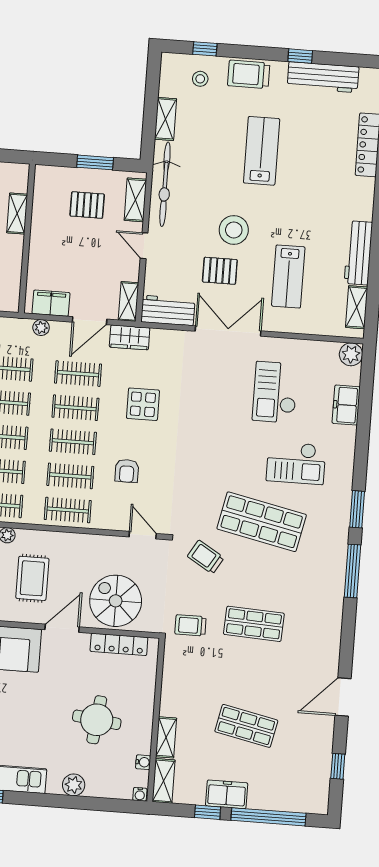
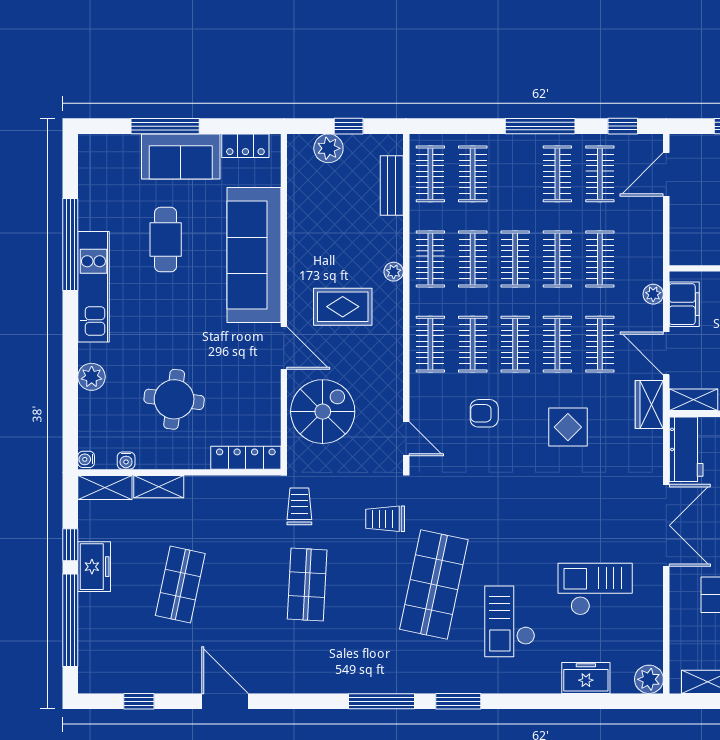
door: (143, 535) -> (406, 439), hinge flipped
trolley: (206, 557) -> (385, 519), turned -121
locker: (119, 644) -> (246, 458), moved, turned 90

